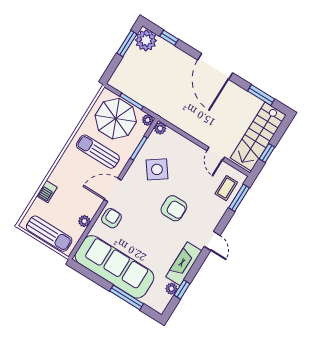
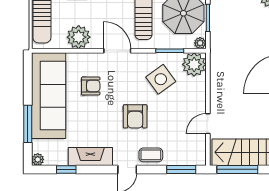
plant: (160, 128) -> (194, 64), width x1.88, depth x1.88
window: (267, 153) -> (237, 169), width x2.17
coffee table: (226, 188) -> (151, 155), moved
armchair: (111, 218) -> (91, 86), moved
plant: (84, 221) -> (79, 37), width x1.87, depth x1.87
plant: (171, 289) -> (38, 159), moved

